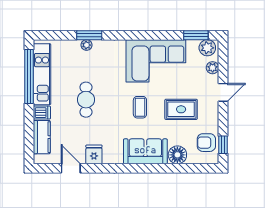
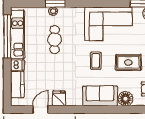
cafe table: (86, 100) -> (55, 40), moved
door: (71, 168) -> (40, 109), hinge flipped

